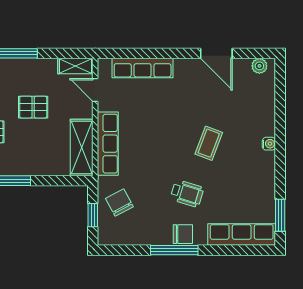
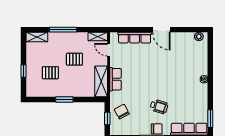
door: (216, 53) -> (161, 30), moved
coffee table: (209, 143) -> (171, 79), removed
row of seats: (108, 144) -> (115, 79), width x0.68

